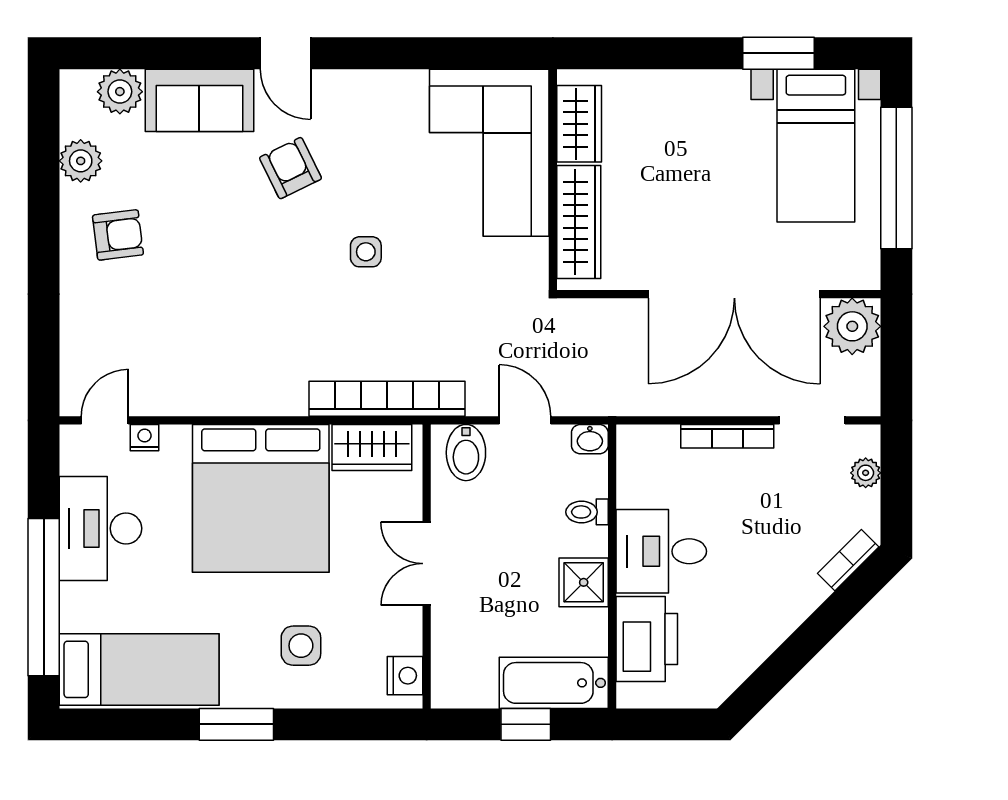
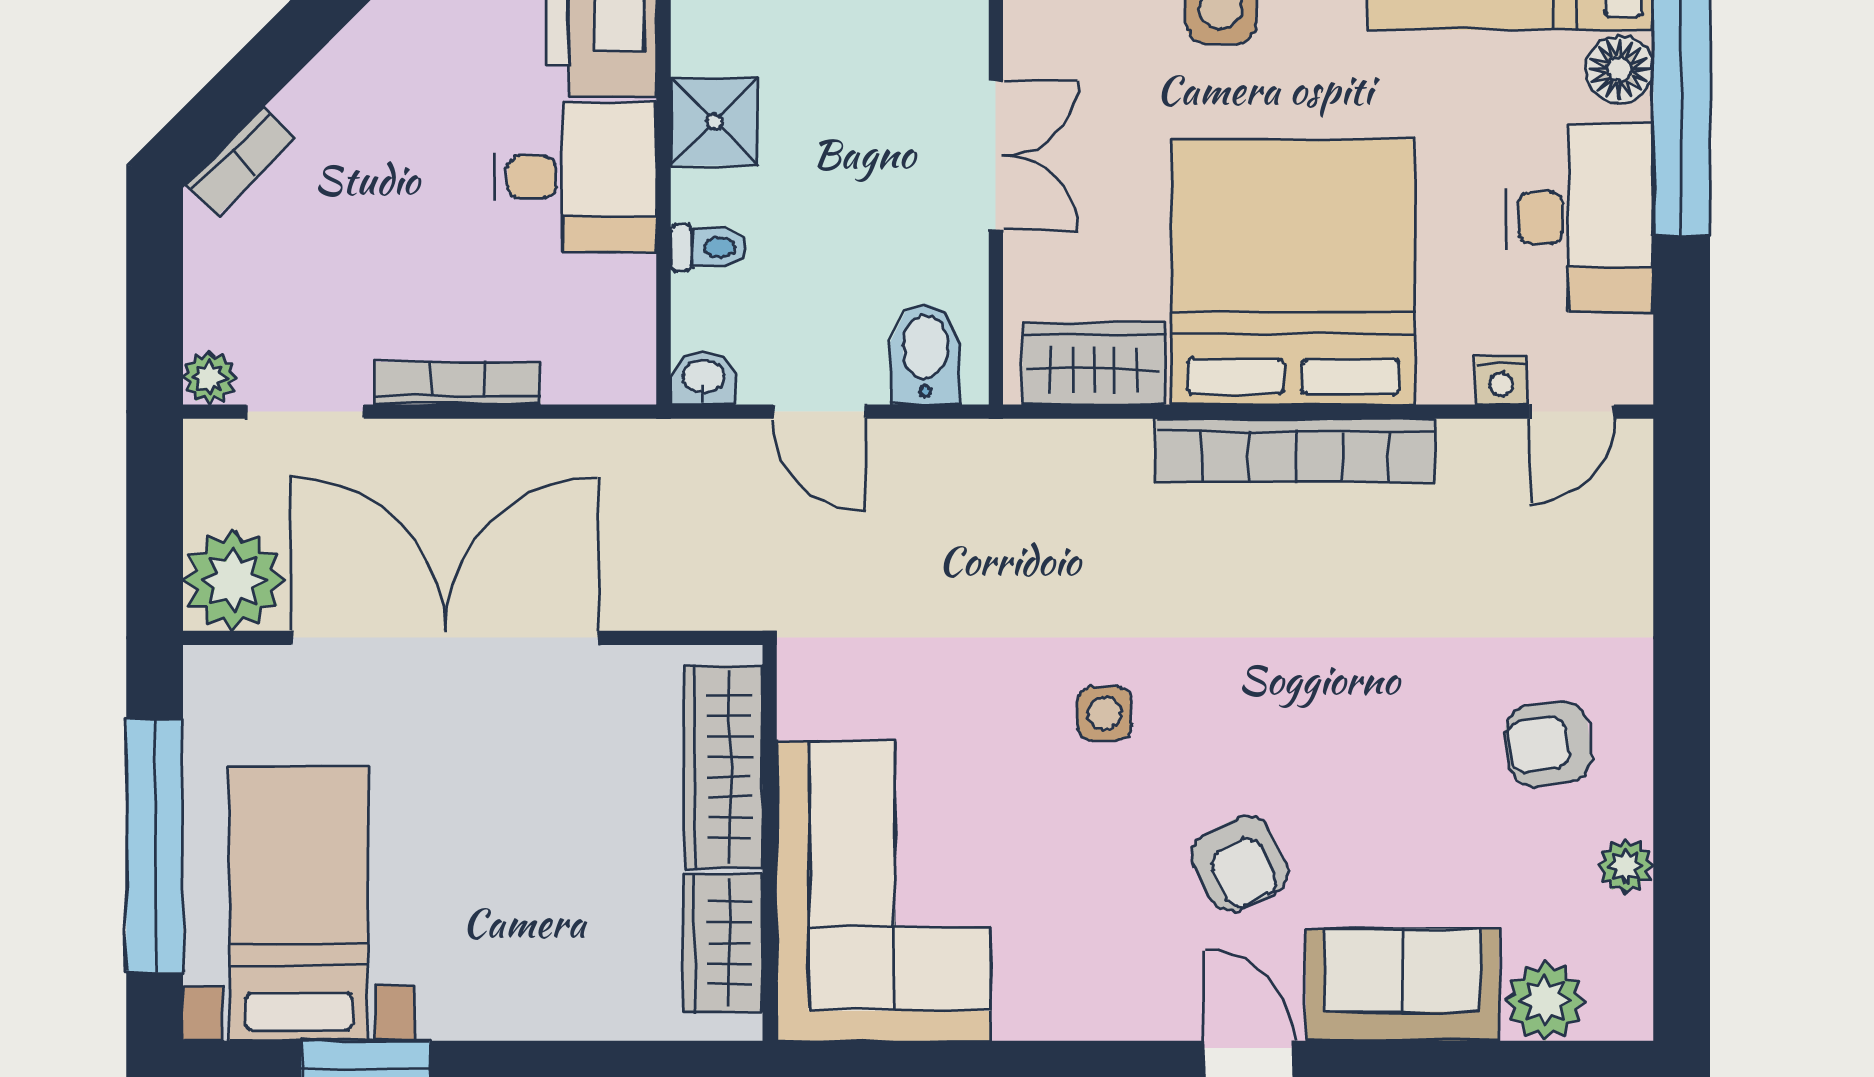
plant: (81, 161) -> (1626, 866), width x0.73, depth x0.73
bookcase: (387, 399) -> (1296, 450), moved
plant: (866, 473) -> (210, 378), moved
floor lamp: (78, 611) -> (1619, 69), added

